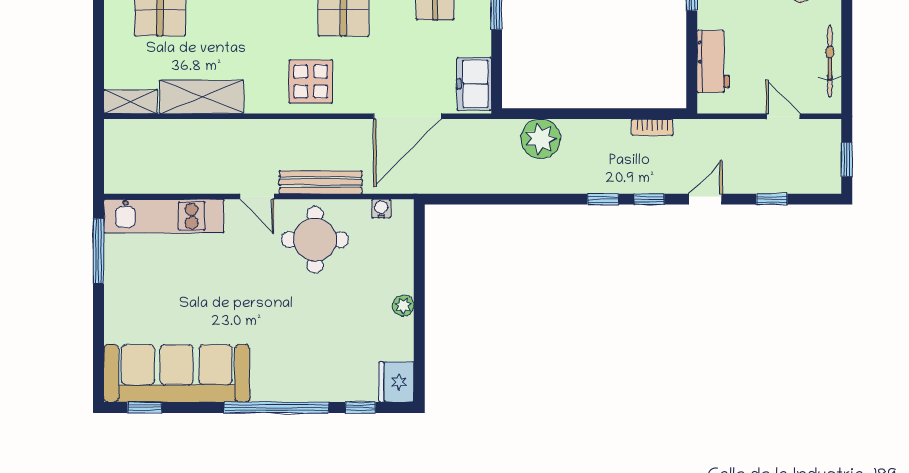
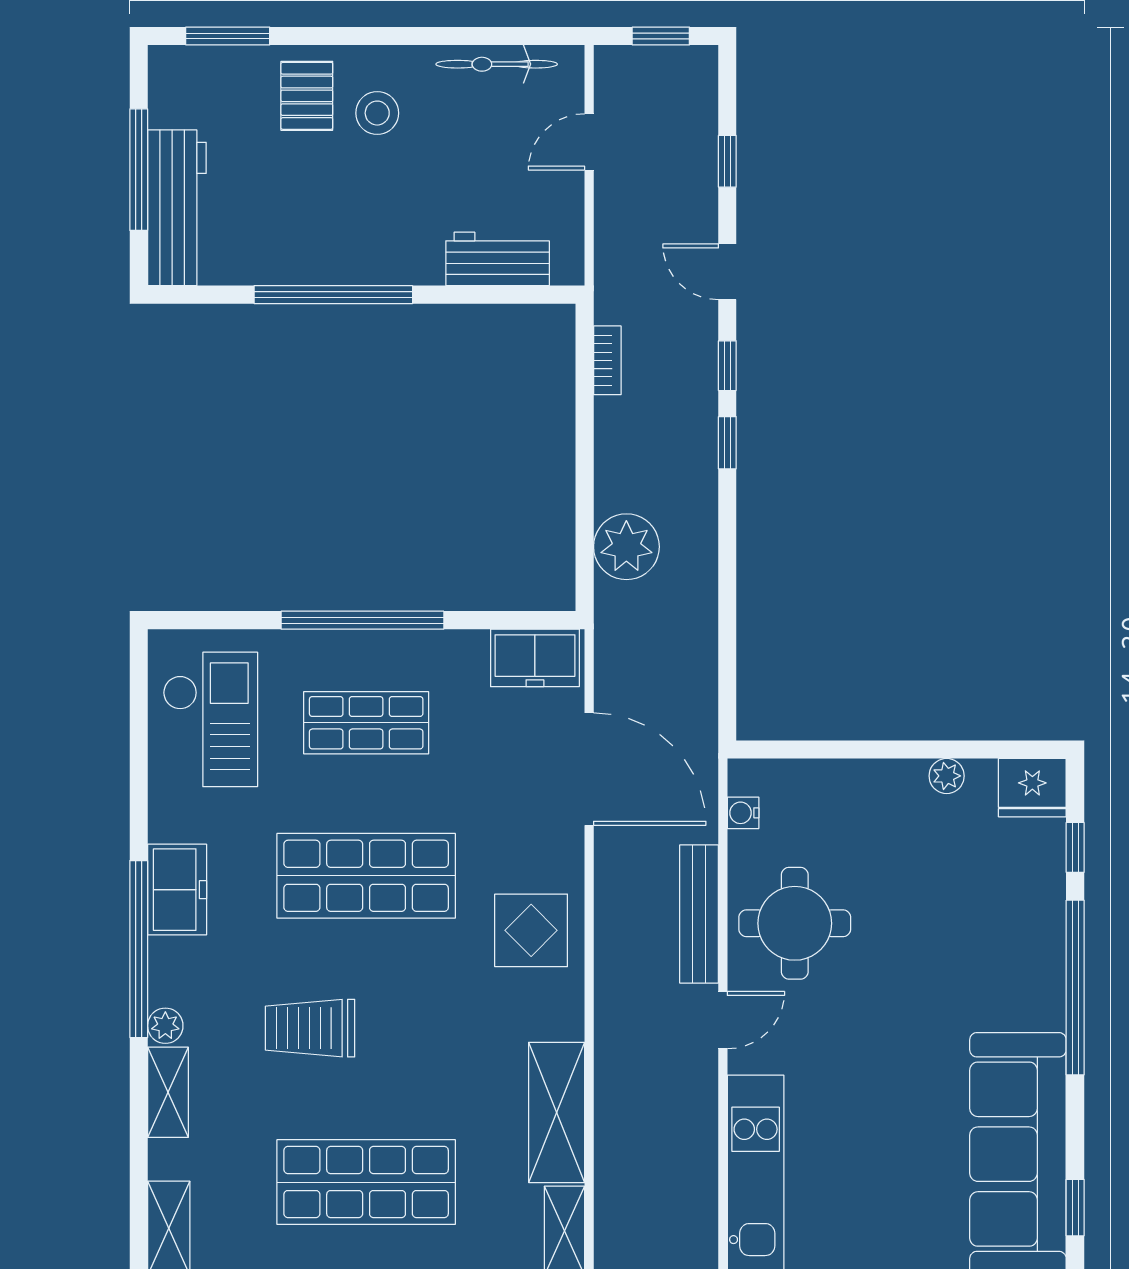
plant: (403, 306) -> (947, 776), moved

